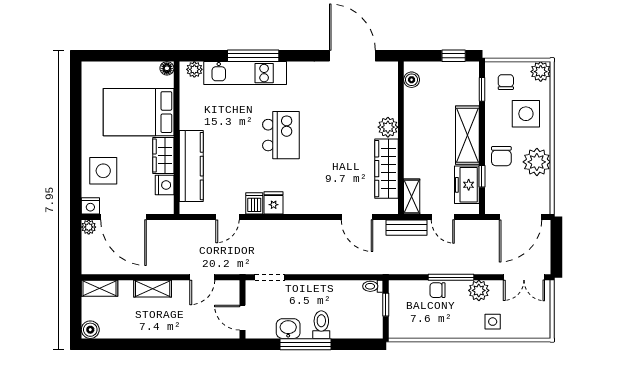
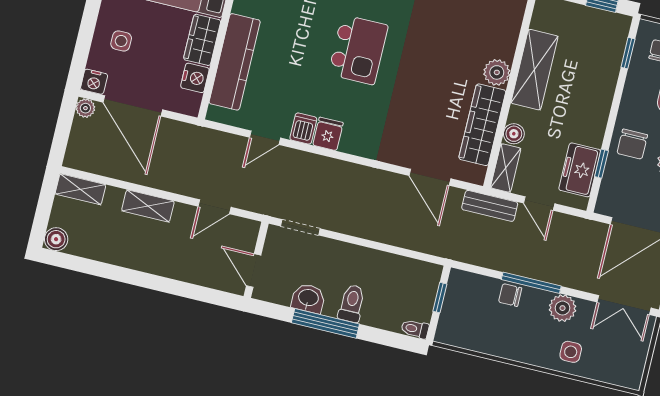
boiler: (412, 80) -> (514, 134), moved
shelving: (467, 135) -> (534, 70), moved
side table: (103, 171) -> (121, 41), width x0.54, depth x0.54
toilet: (373, 286) -> (415, 329), moved

